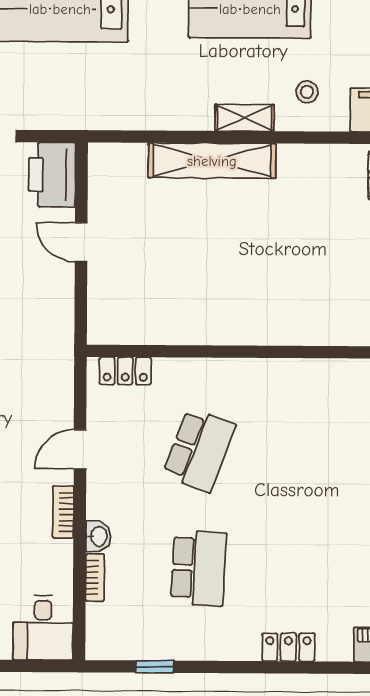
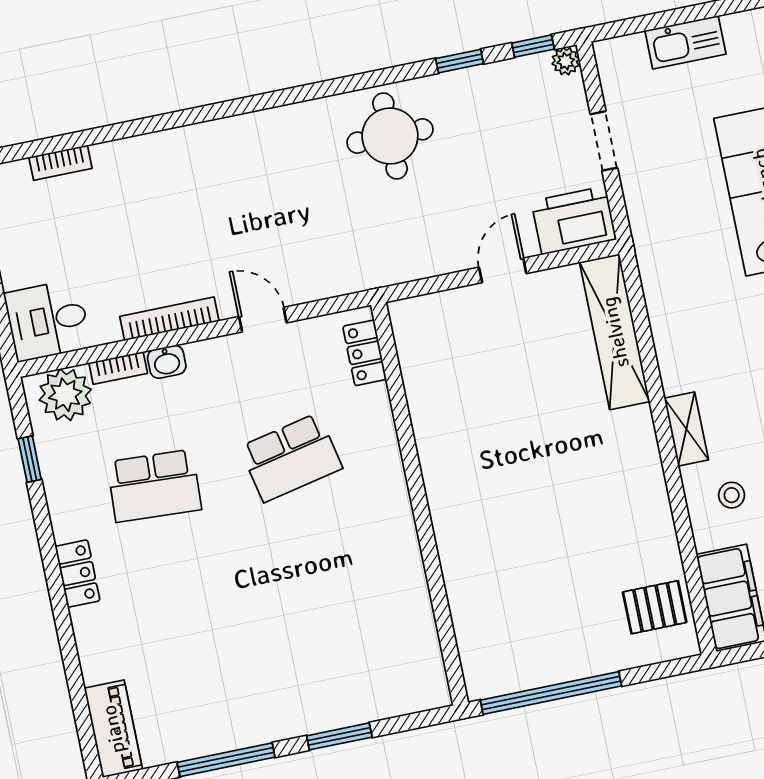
shelving: (212, 161) -> (615, 332), moved
school desk: (199, 450) -> (291, 458), turned -33
bookcase: (63, 512) -> (169, 319), width x1.56
plant: (108, 626) -> (65, 395), added
locker: (288, 647) -> (78, 574), moved

